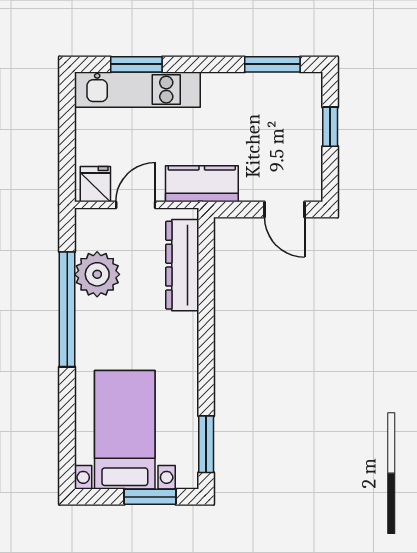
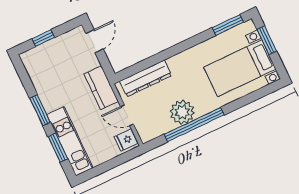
window: (272, 64) -> (40, 110), moved
plant: (97, 274) -> (182, 112), moved

